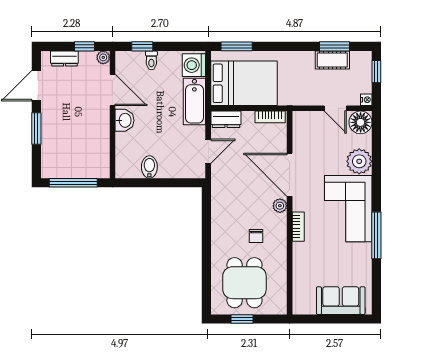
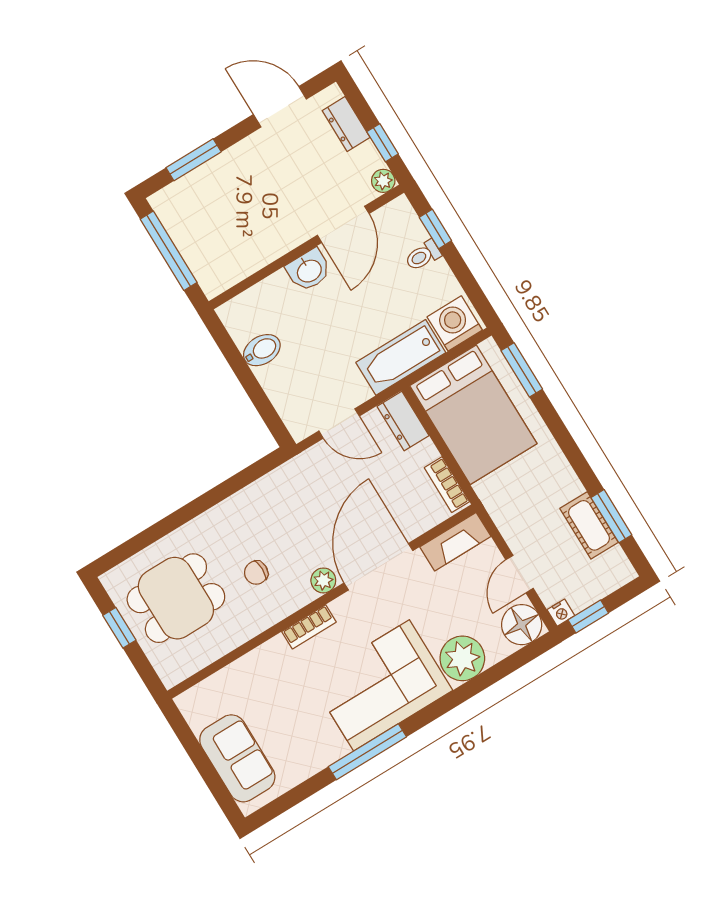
window: (376, 72) -> (588, 616), moved
window: (36, 128) -> (194, 160), moved
fireplace: (300, 130) -> (455, 542), added

